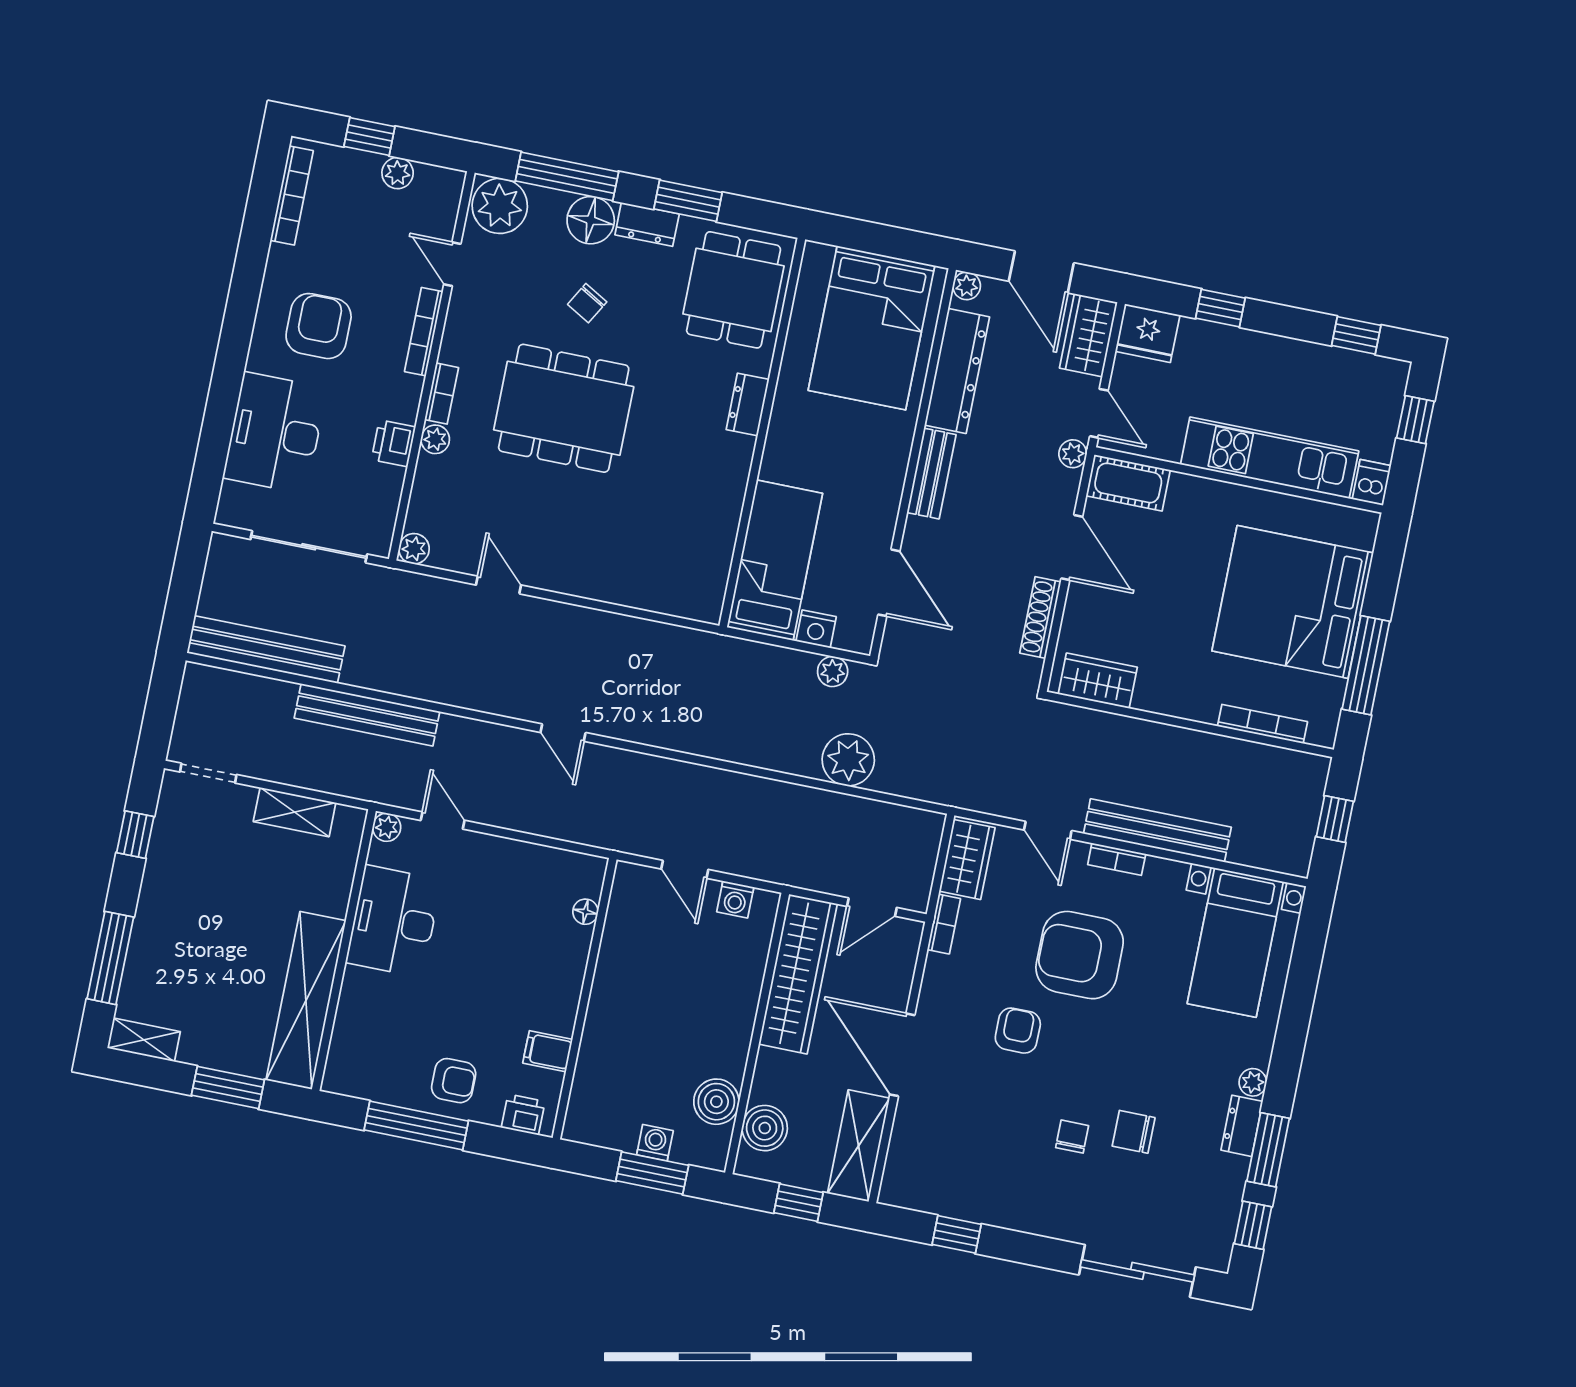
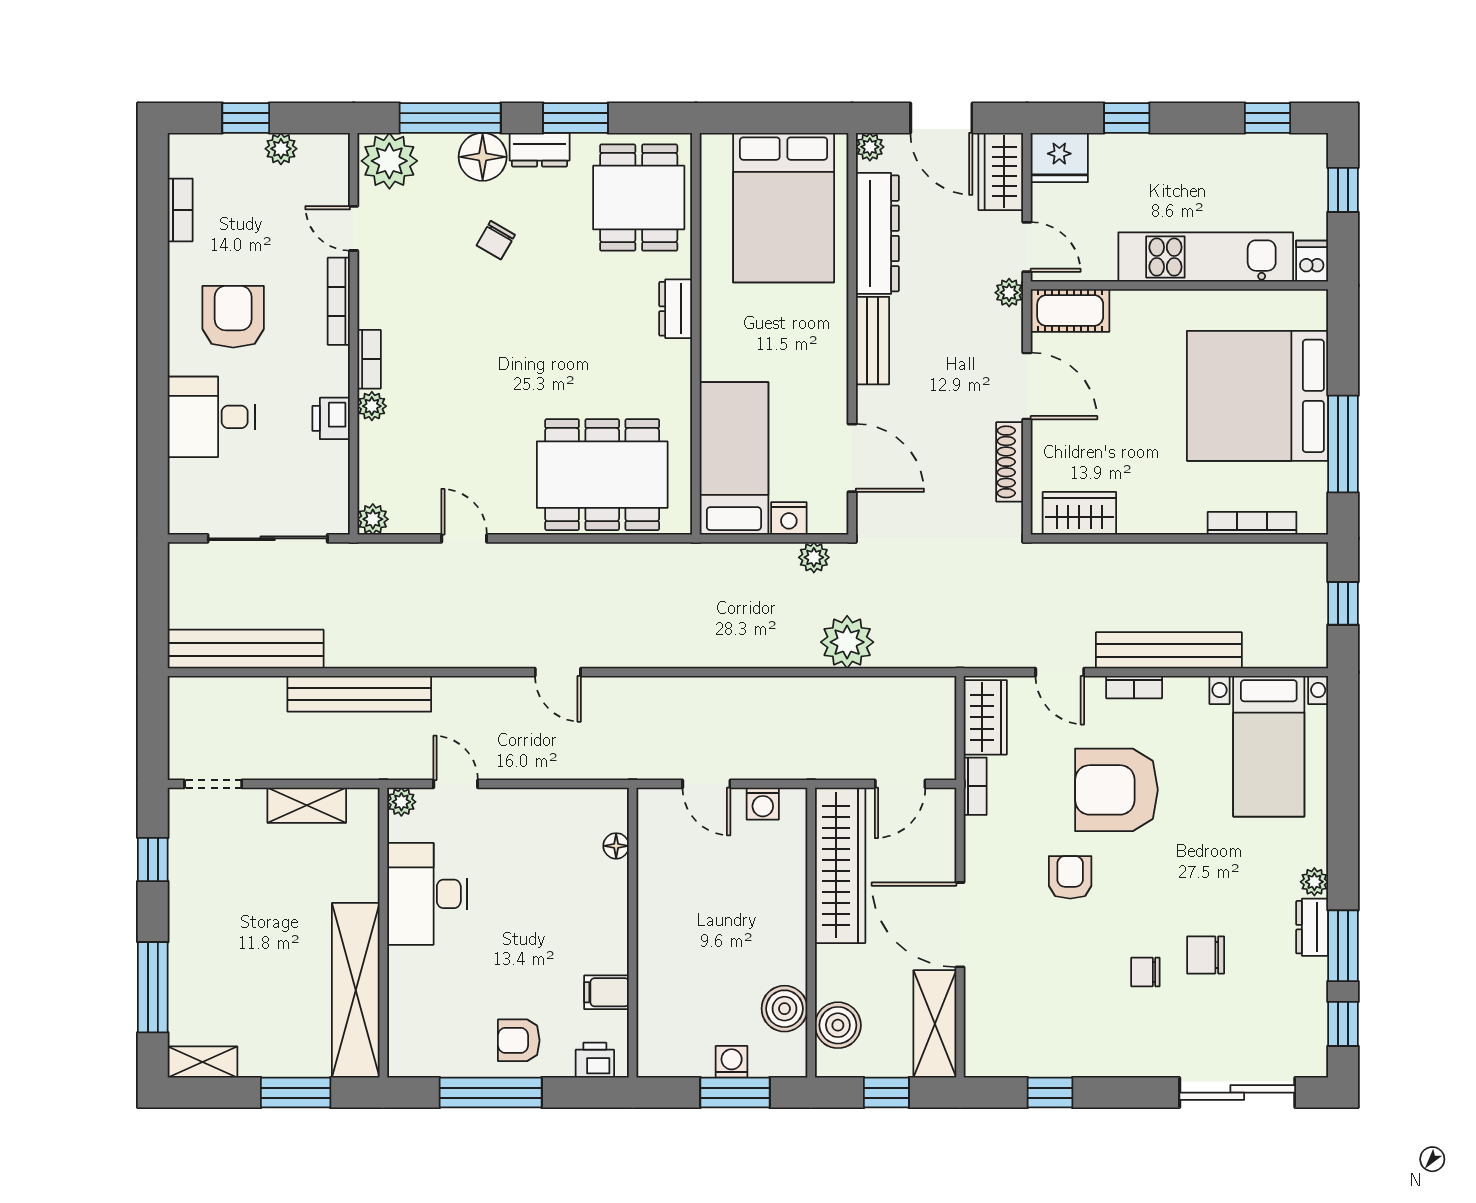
bookcase: (292, 196) -> (180, 210), width x0.64
dining table: (564, 408) -> (602, 475), moved
desk: (275, 433) -> (211, 417), width x0.73
armchair: (454, 1081) -> (519, 1040), turned 180
chair: (1072, 1137) -> (1145, 972), turned -90

